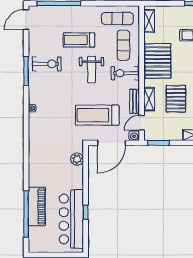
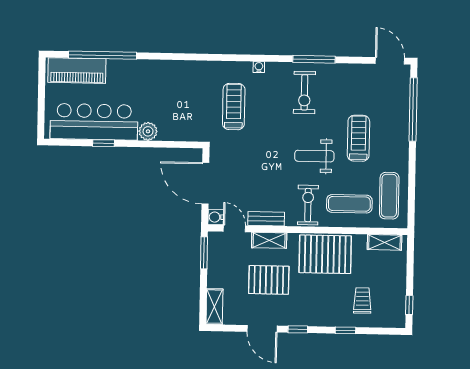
exercise bike: (47, 64) -> (304, 92), moved
treadmill: (97, 115) -> (234, 107), moved, width x0.73, depth x0.73
plant: (77, 159) -> (148, 131), moved
piano: (37, 206) -> (77, 71), moved

